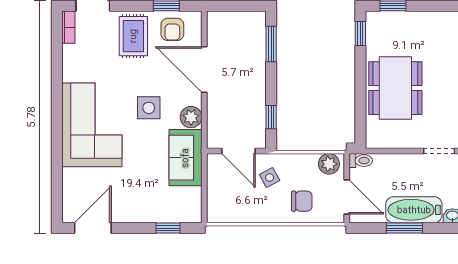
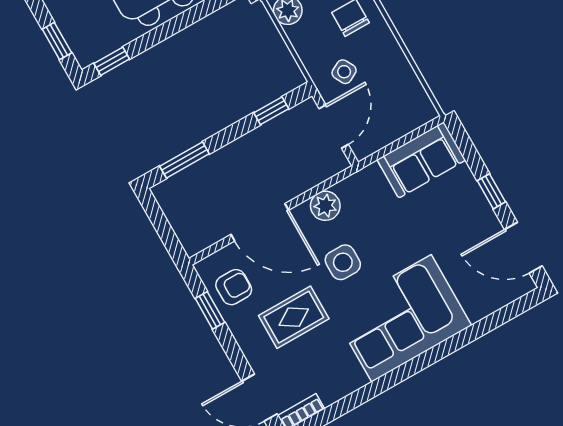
rug: (133, 36) -> (294, 317), moved
door: (204, 69) -> (260, 222), hinge flipped
sofa: (185, 158) -> (421, 160), moved
window: (168, 228) -> (491, 191), moved

